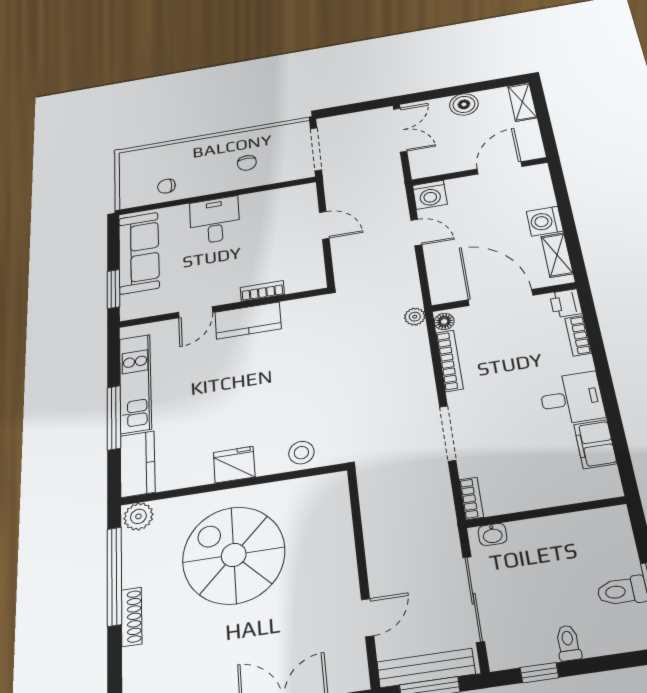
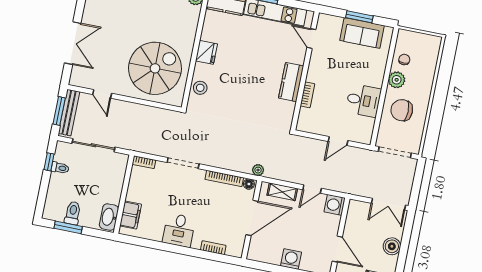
chair: (247, 163) -> (402, 110), width x1.87, depth x1.87
plant: (201, 185) -> (397, 80), added
desk: (215, 220) -> (363, 100), moved
sofa: (139, 253) -> (362, 33), width x0.73
shelving: (557, 255) -> (282, 192), moved
window: (113, 289) -> (359, 17), moved
printer: (566, 303) -> (235, 249), removed
door: (196, 312) -> (311, 39), moved
filing cabinet: (595, 444) -> (131, 215), moved, turned 90
washbasin: (492, 535) -> (109, 217), moved, width x1.91, depth x1.45
spiral stairs: (234, 555) -> (155, 68), moved
toilet: (568, 643) -> (60, 168), moved

